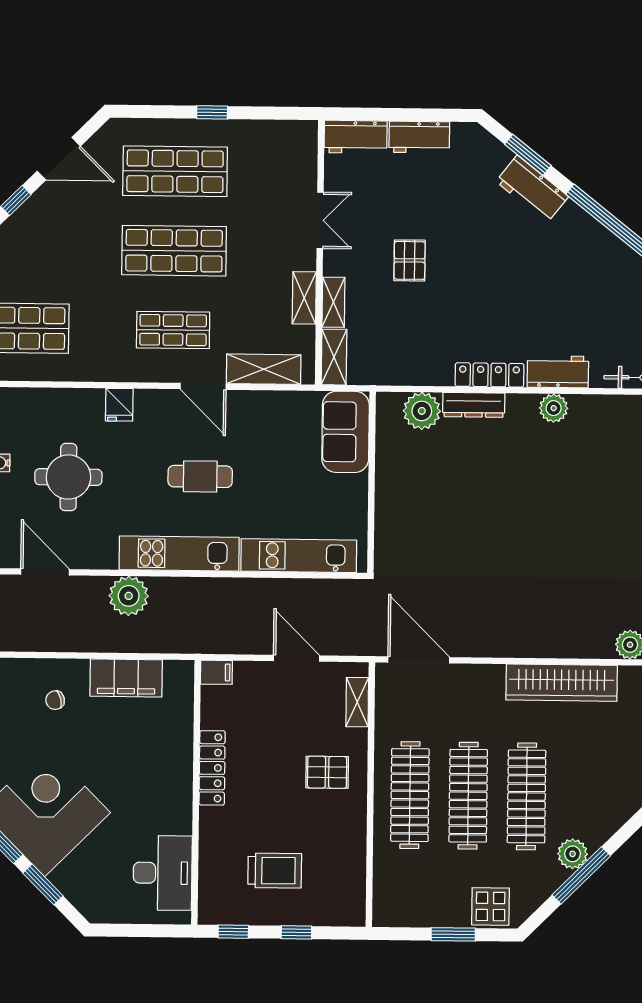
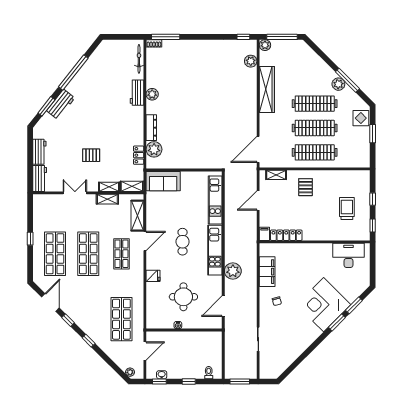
locker: (489, 375) -> (139, 155), moved, width x0.66
locker: (212, 768) -> (286, 235), moved

